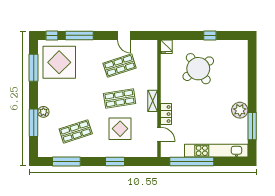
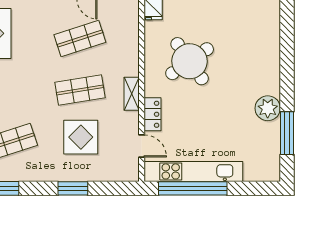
round table: (198, 69) -> (190, 61), moved
kitchen unit: (216, 151) -> (193, 171), moved

